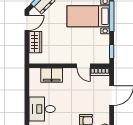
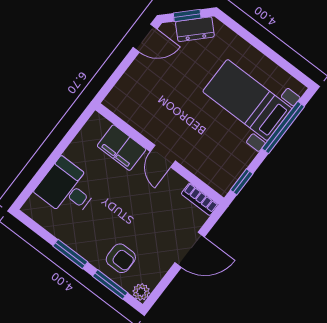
wardrobe: (35, 42) -> (135, 78), removed
door: (84, 66) -> (163, 156), moved

